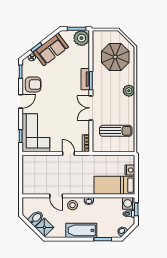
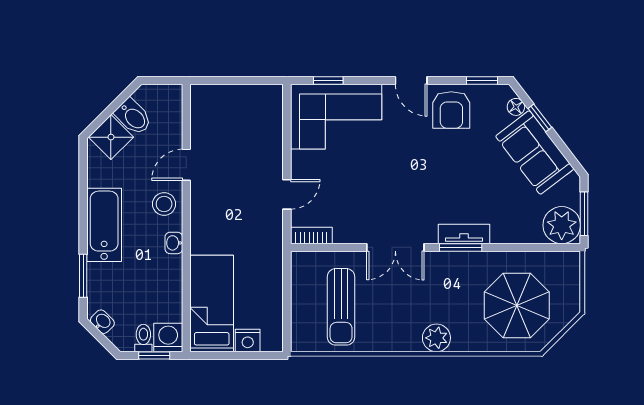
double door: (91, 108) -> (395, 247), swing flipped

